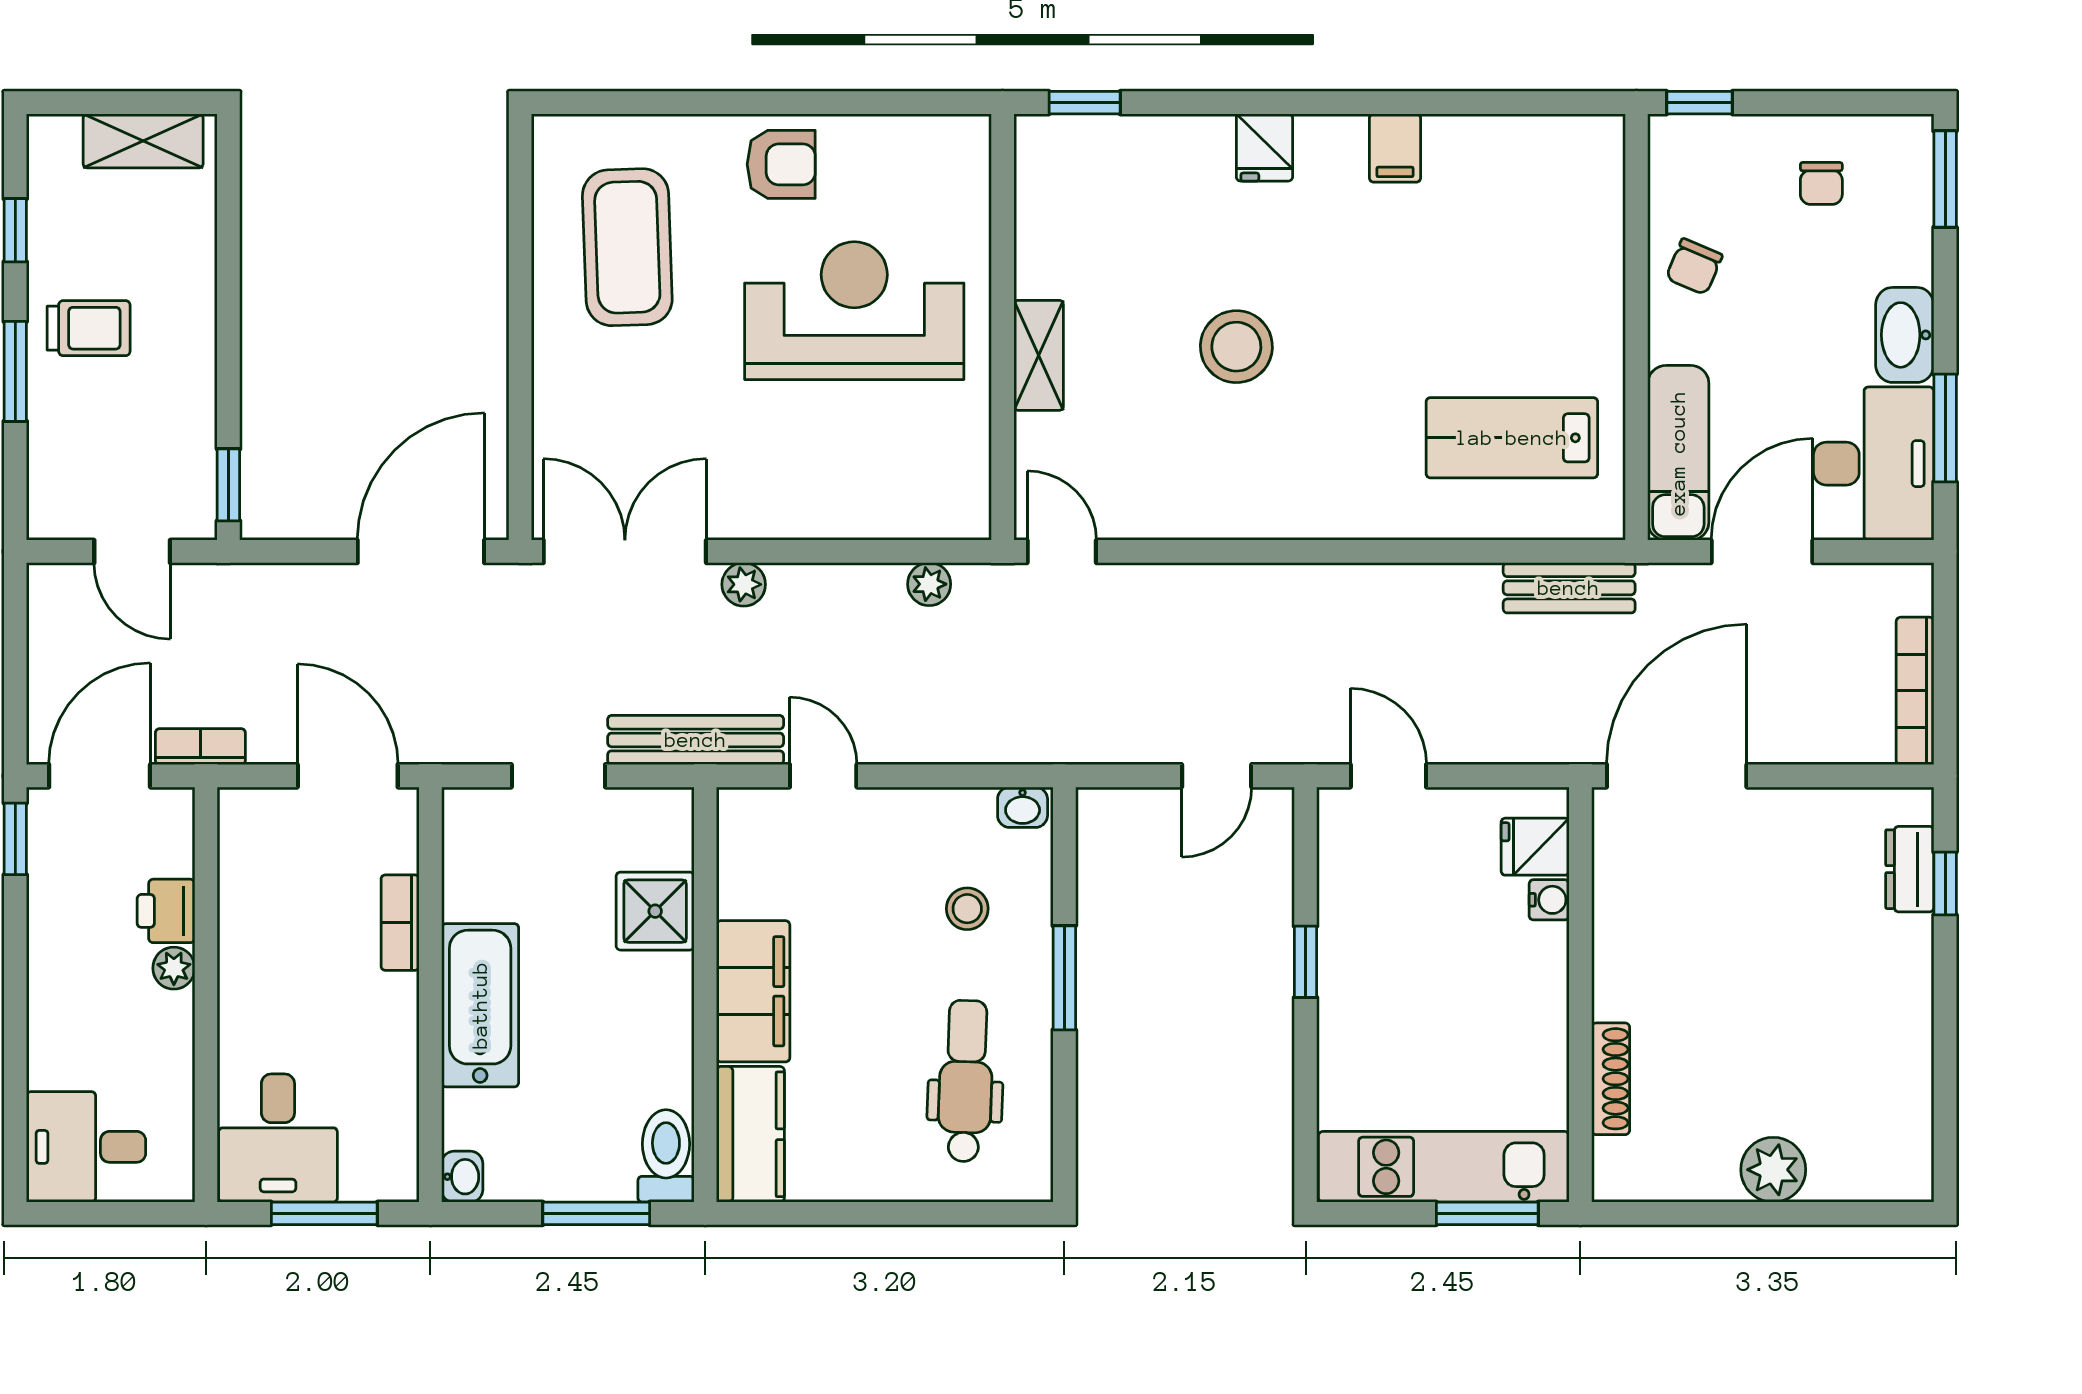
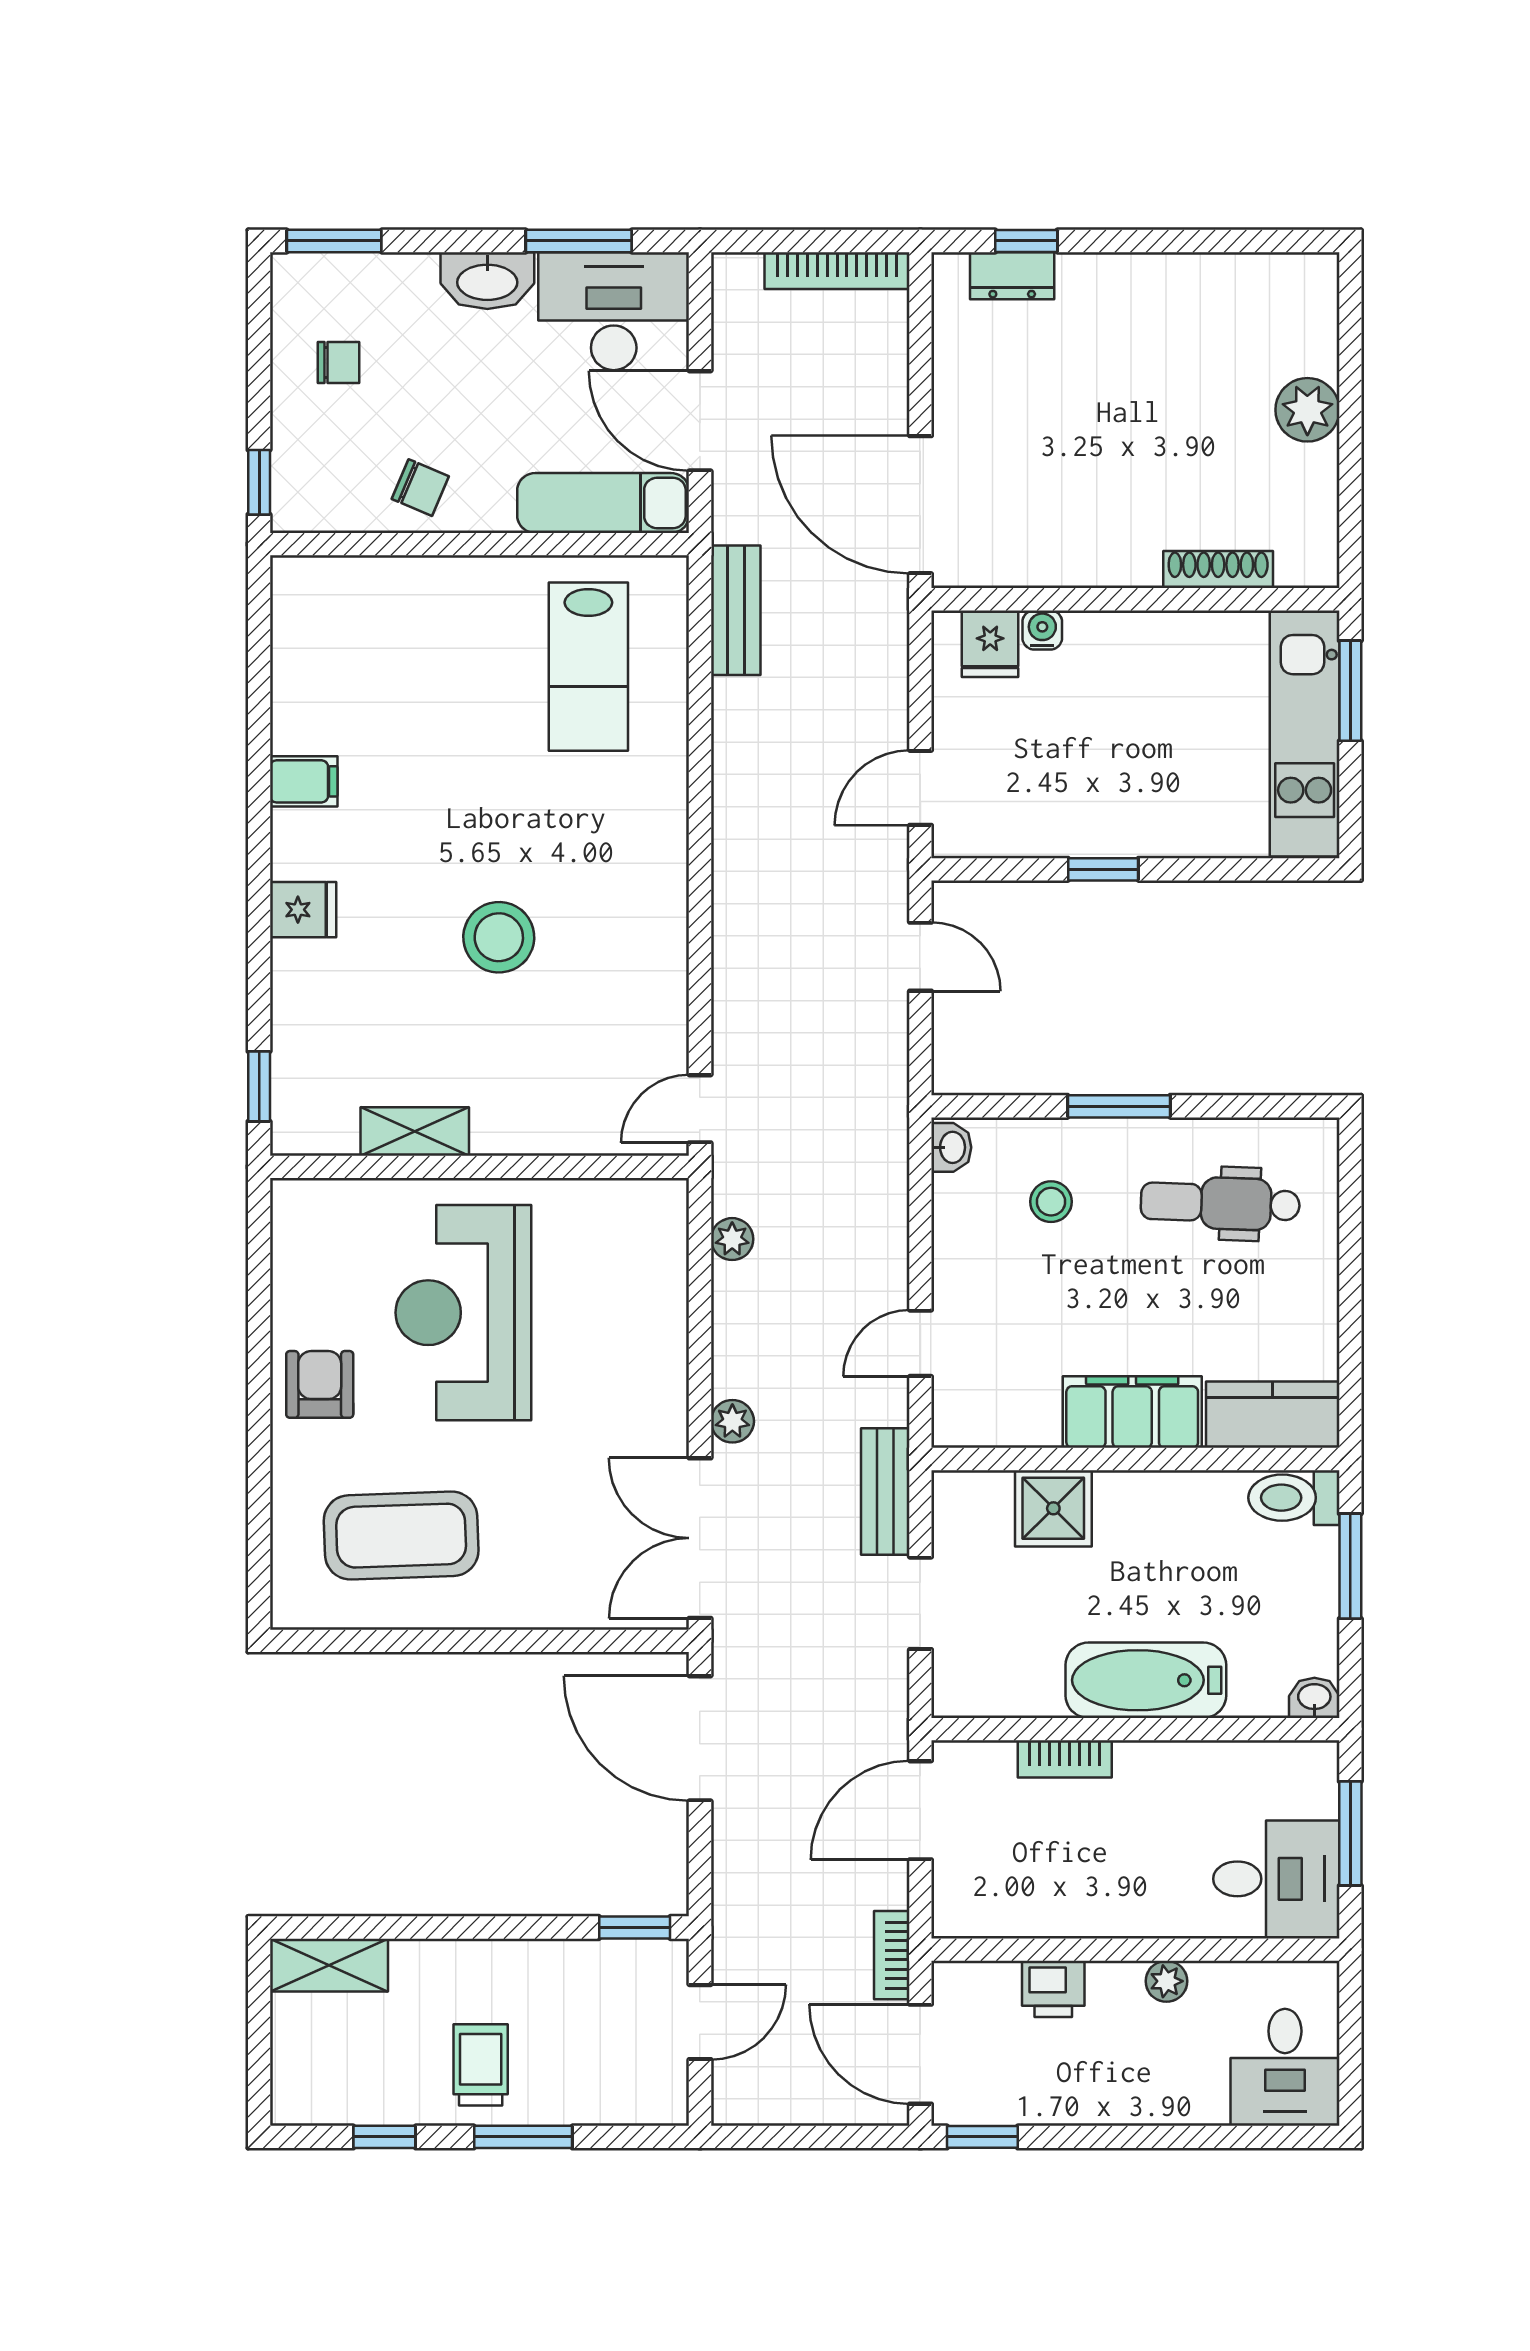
shelving: (143, 141) -> (329, 1965), moved, turned 90
shelving: (1039, 355) -> (415, 1132), moved
bench: (696, 740) -> (885, 1492), width x0.73
plant: (174, 968) -> (1166, 1981), moved

